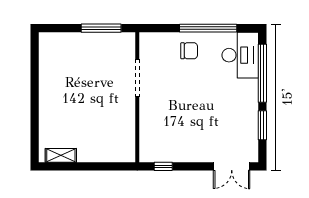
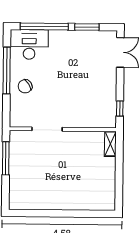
chair: (189, 51) -> (25, 86), turned -122
shelving: (61, 155) -> (110, 144), moved

